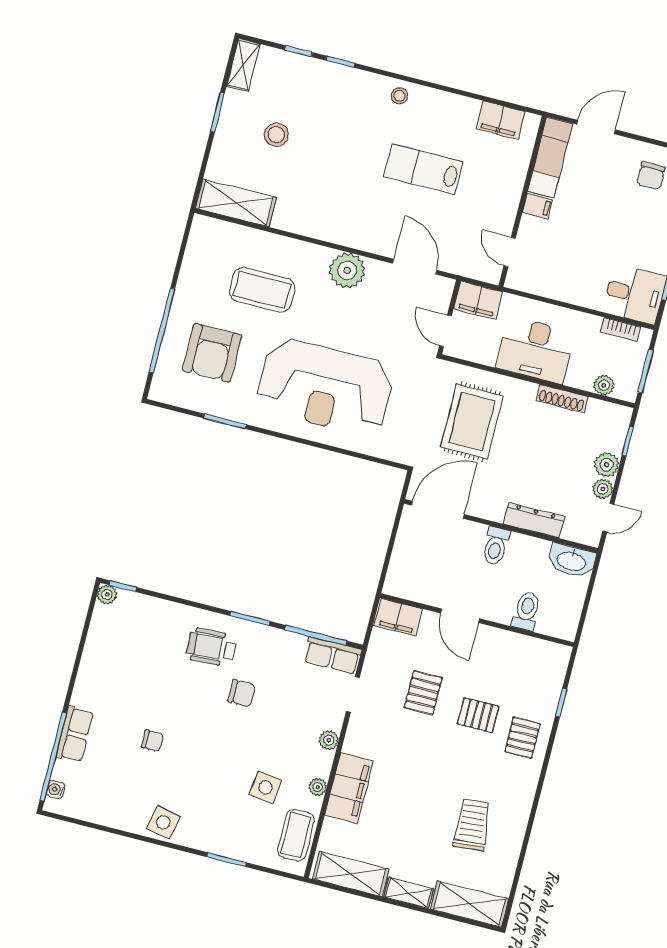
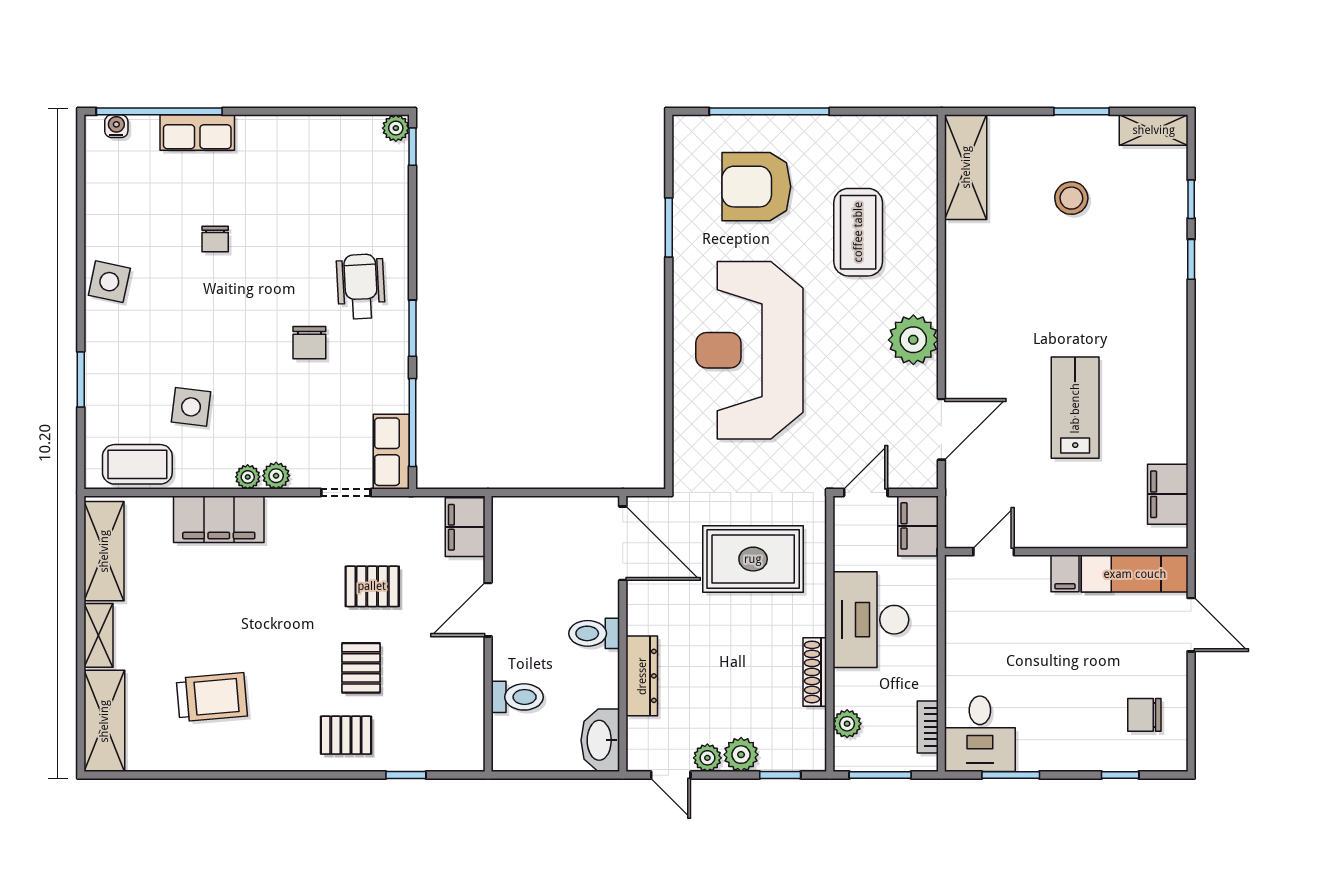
stool: (399, 96) -> (1166, 350), removed
plant: (318, 787) -> (248, 477), moved

